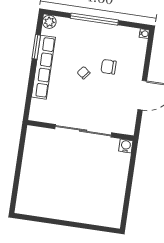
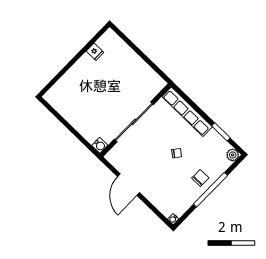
row of seats: (43, 67) -> (187, 112), moved
chair: (109, 67) -> (200, 178), moved
fridge: (46, 210) -> (95, 52), added

